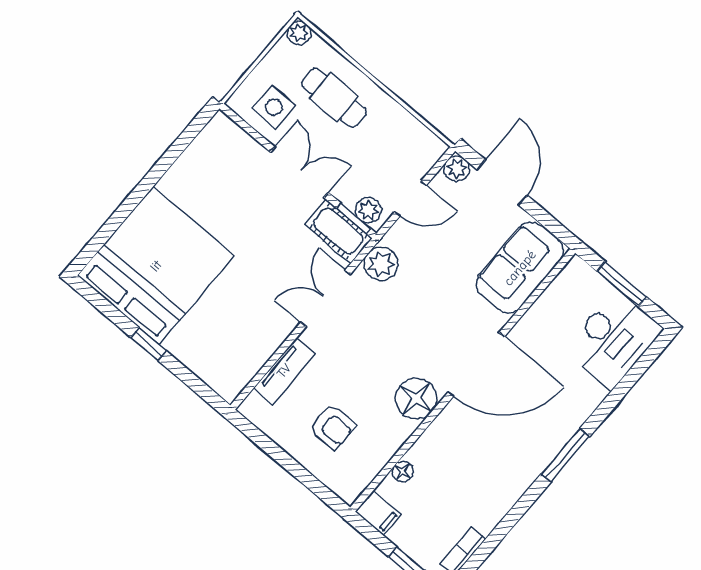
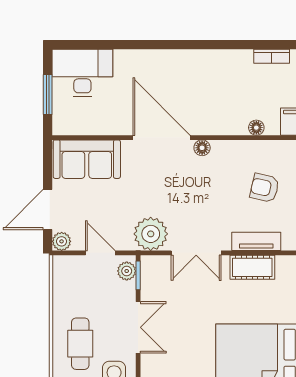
double door: (299, 172) -> (138, 327), swing flipped
cot: (339, 231) -> (252, 267), moved, turned 90
plant: (381, 264) -> (151, 234), width x1.36, depth x1.36
floor lamp: (416, 399) -> (202, 148), width x0.53, depth x0.53
armchair: (333, 427) -> (265, 188), turned -77
window: (565, 455) -> (170, 45), removed

